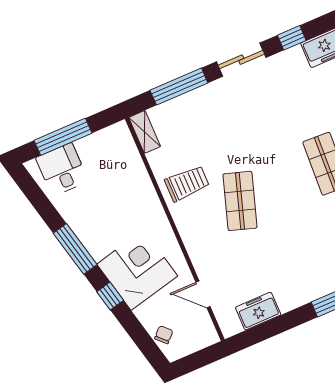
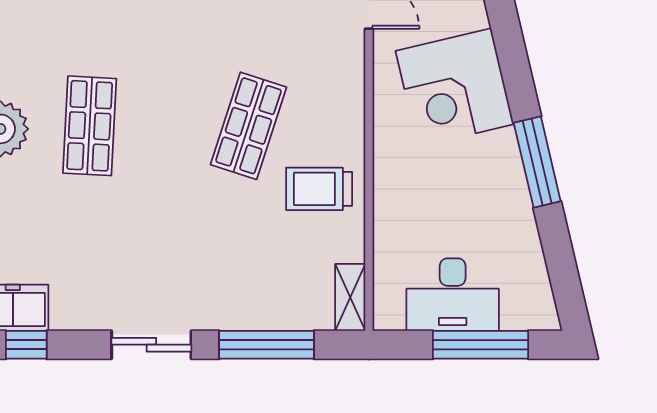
window: (292, 38) -> (26, 345), moved
desk: (62, 169) -> (453, 295), moved, width x1.37
window: (110, 296) -> (514, 65), removed

